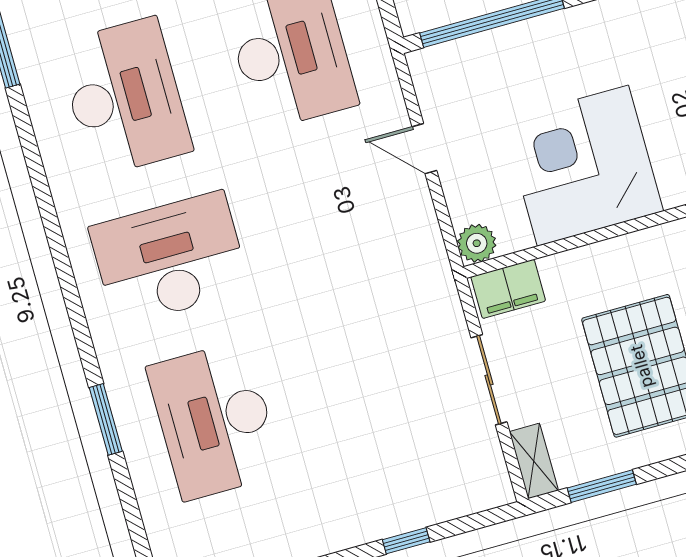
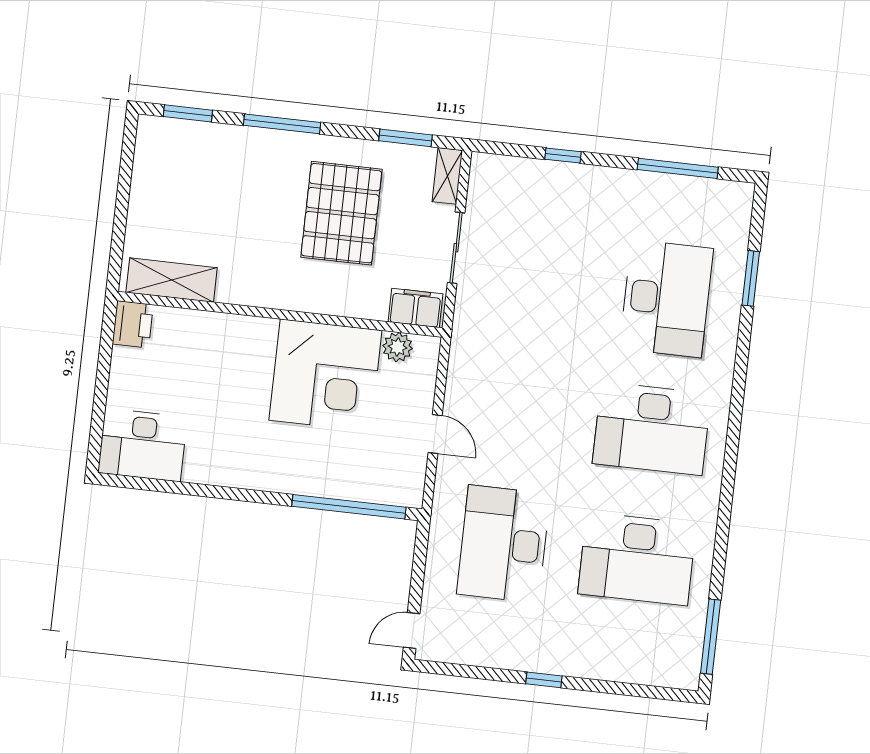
desk: (124, 97) -> (637, 559), turned -90
plant: (477, 243) -> (398, 347), moved
window: (106, 419) -> (751, 278), moved

